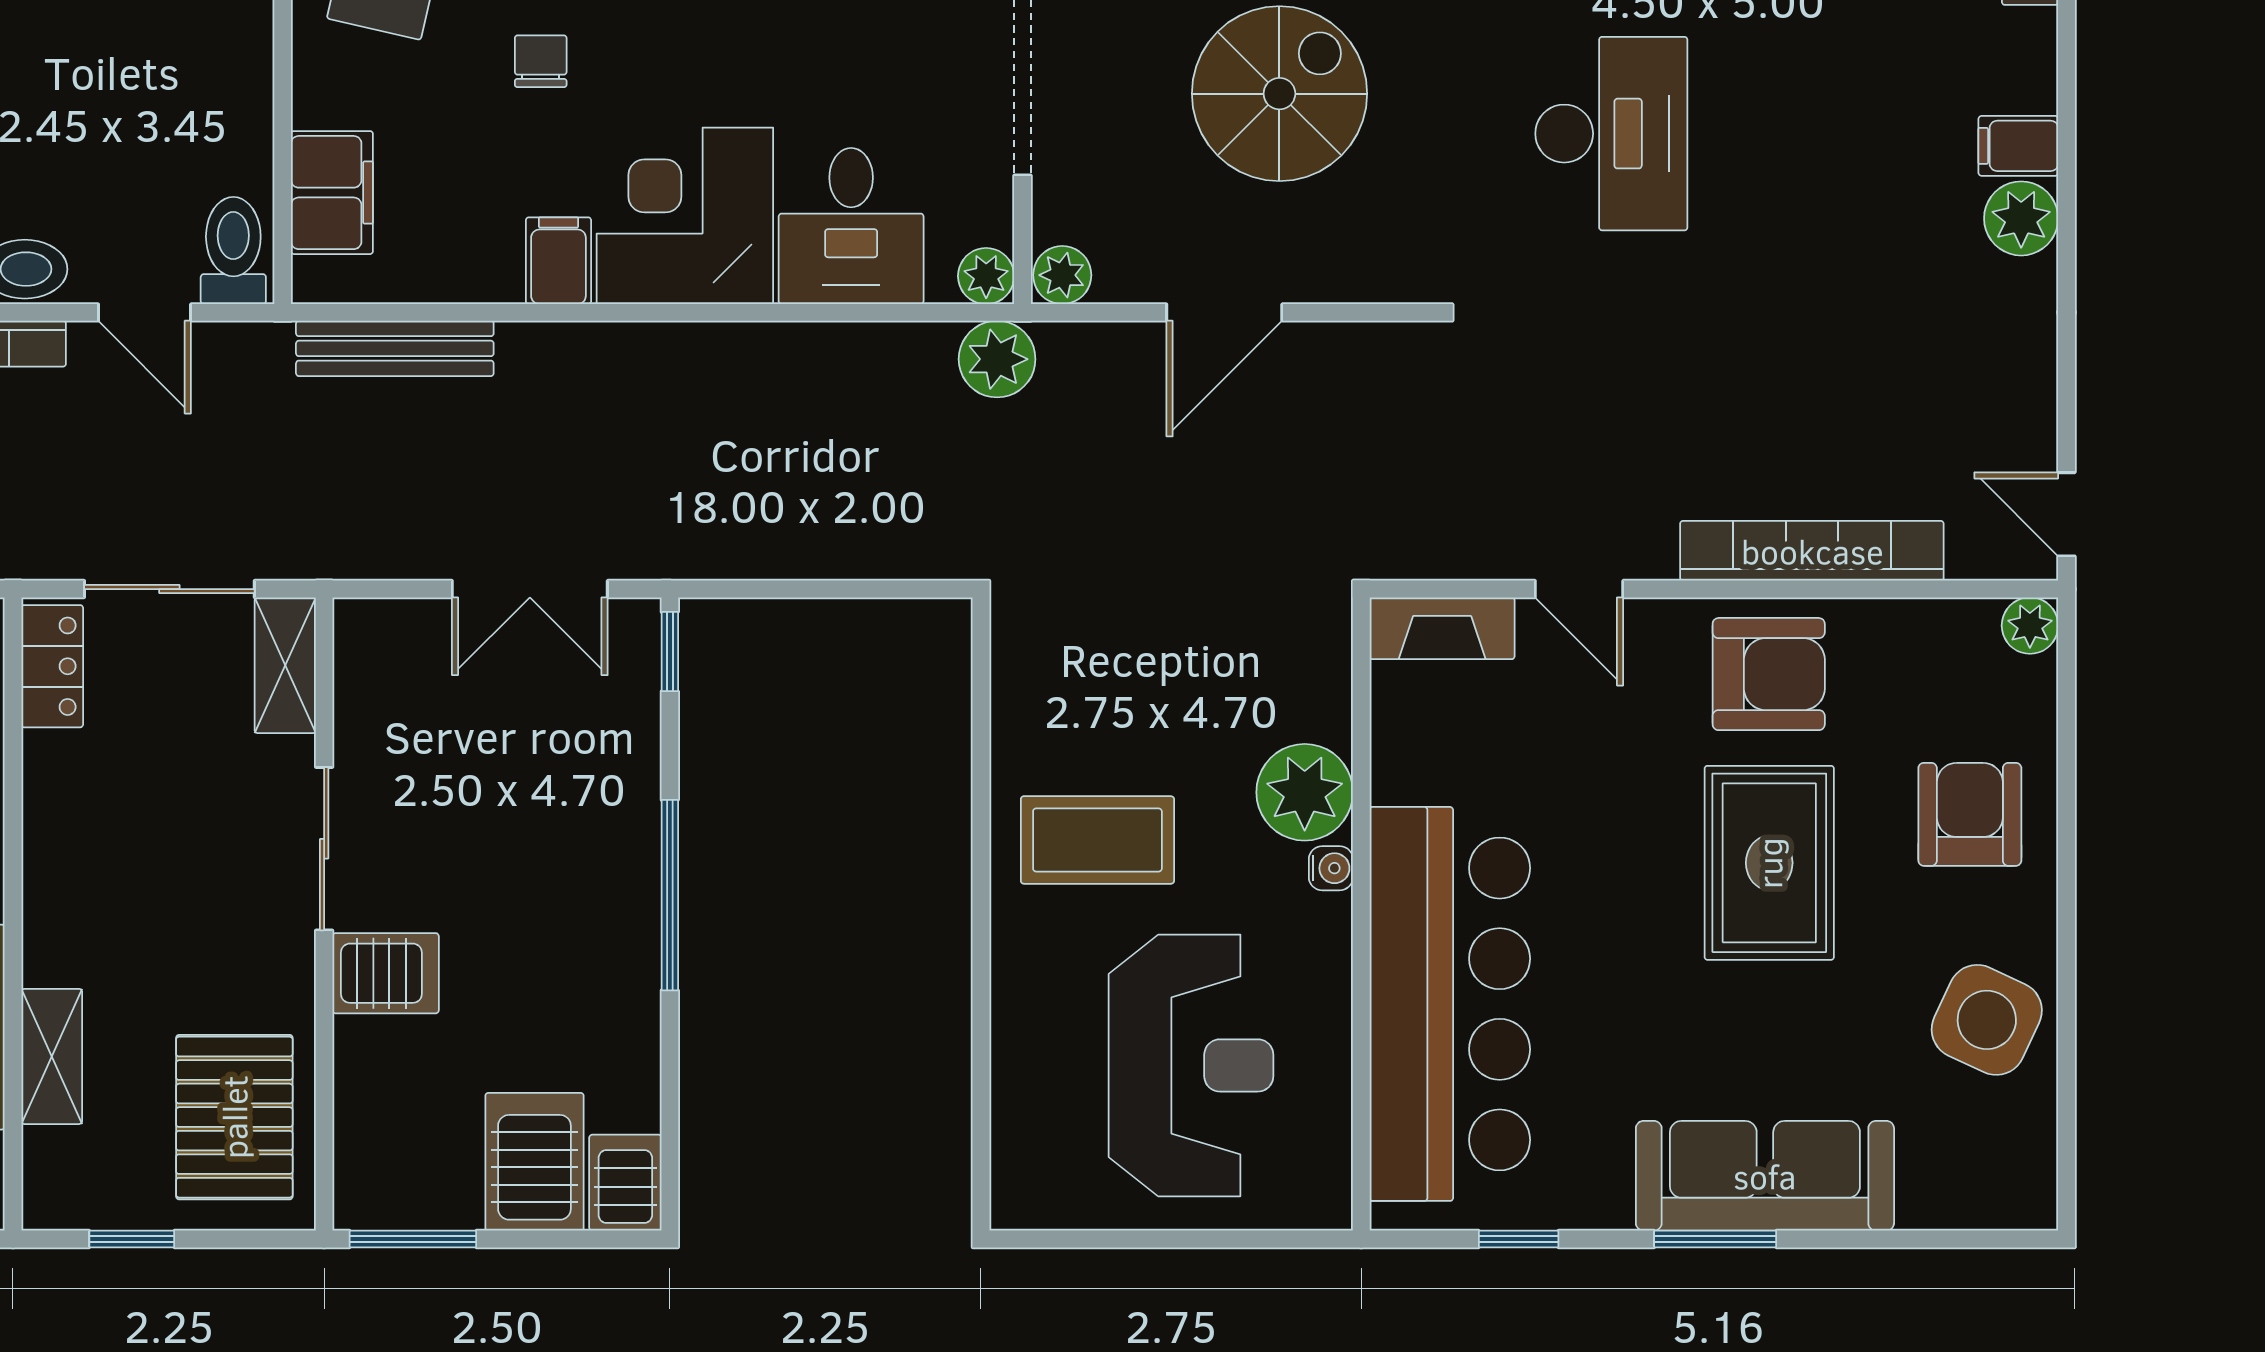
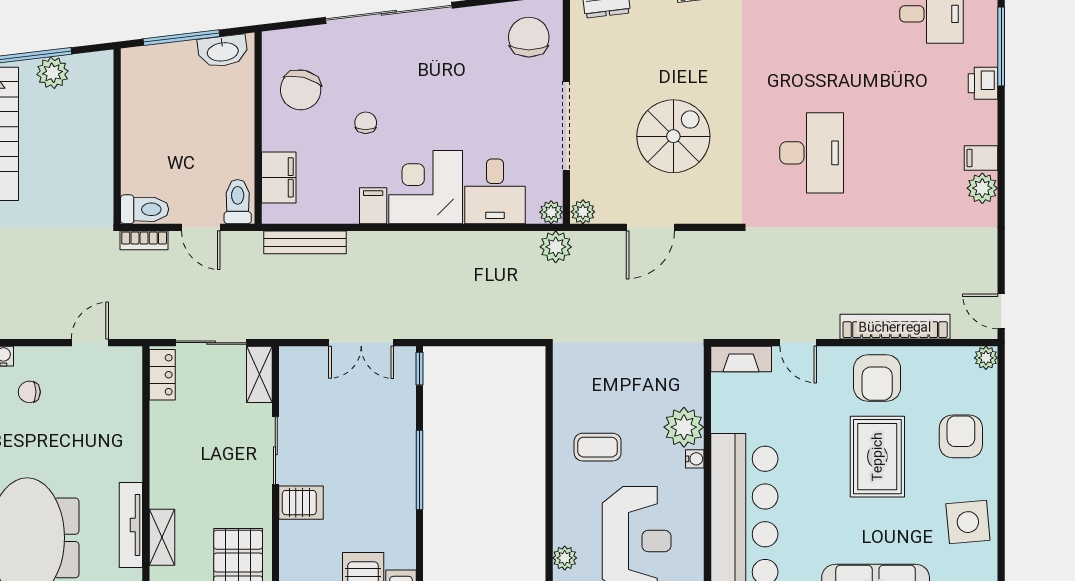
armchair: (1769, 674) -> (877, 378), turned 90
coffee table: (1097, 840) -> (598, 447), width x0.73, depth x0.77
side table: (1987, 1020) -> (968, 522), turned -30
plant: (1019, 1106) -> (565, 558), added

